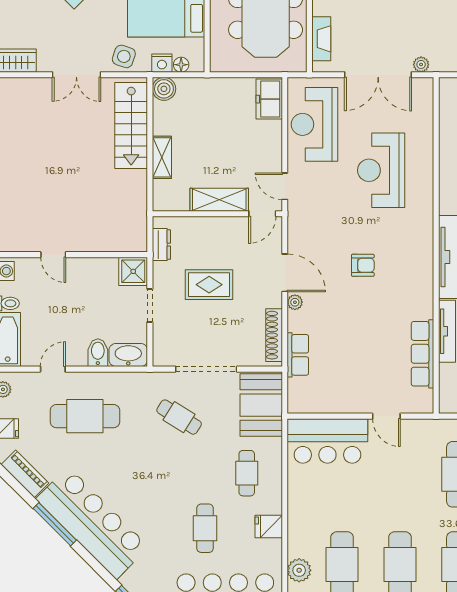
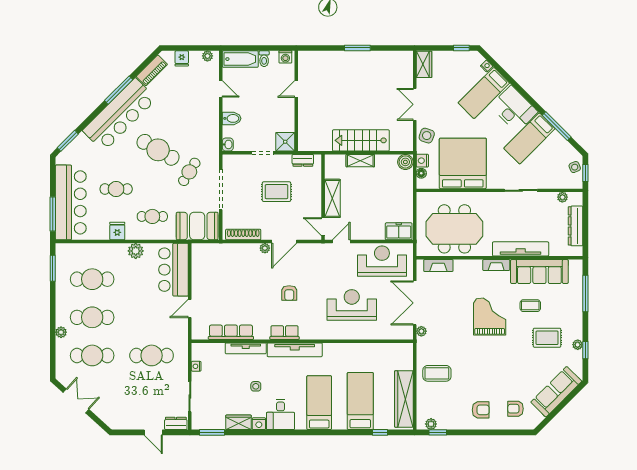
stairs: (131, 126) -> (361, 140), moved
rug: (209, 285) -> (276, 192), turned 90
washbasin: (128, 355) -> (228, 144), width x0.52, depth x0.69
row of seats: (298, 355) -> (285, 333), moved, turned 180
cafe table: (85, 416) -> (158, 150), moved, turned -60
plant: (299, 570) -> (136, 251), moved

